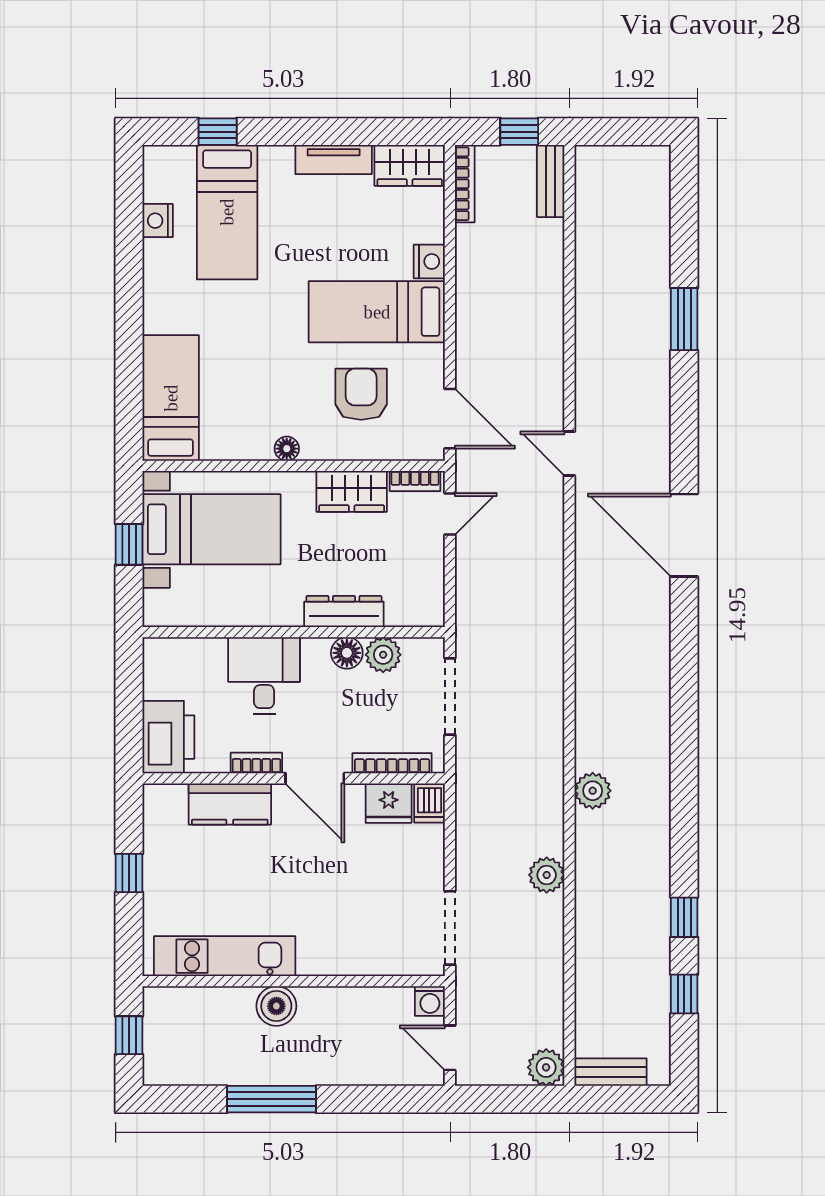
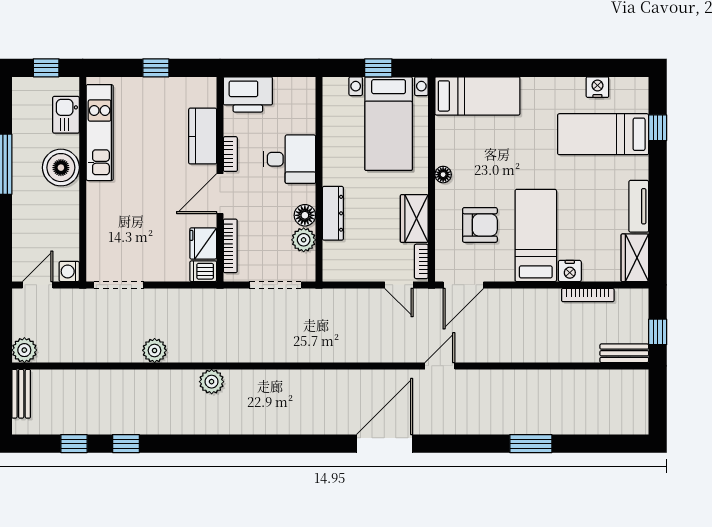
bookcase: (465, 184) -> (588, 295), moved
kitchen sink: (198, 1006) -> (66, 115), added
boiler: (276, 1006) -> (61, 168), width x1.37, depth x1.37

